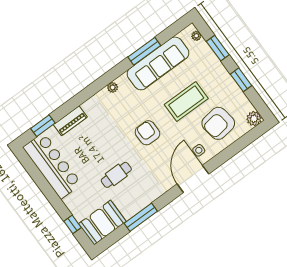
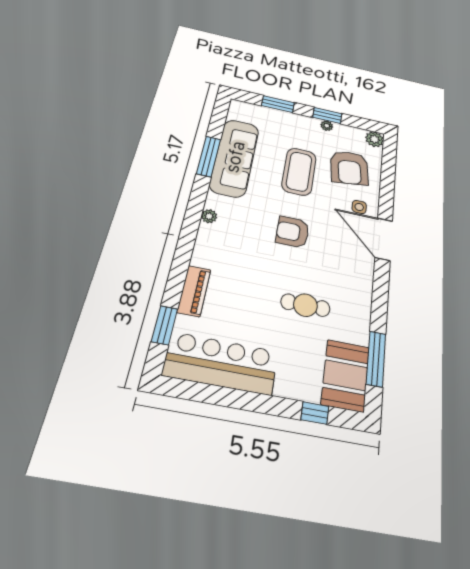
plant: (196, 36) -> (327, 126), moved
cafe table: (116, 175) -> (305, 305), turned 90
window: (141, 217) -> (376, 359), moved

